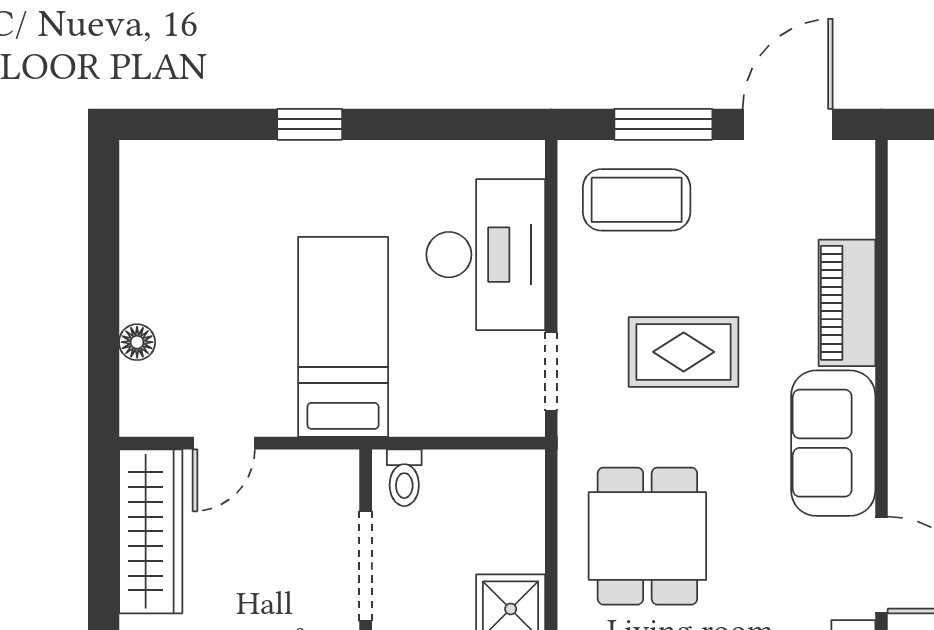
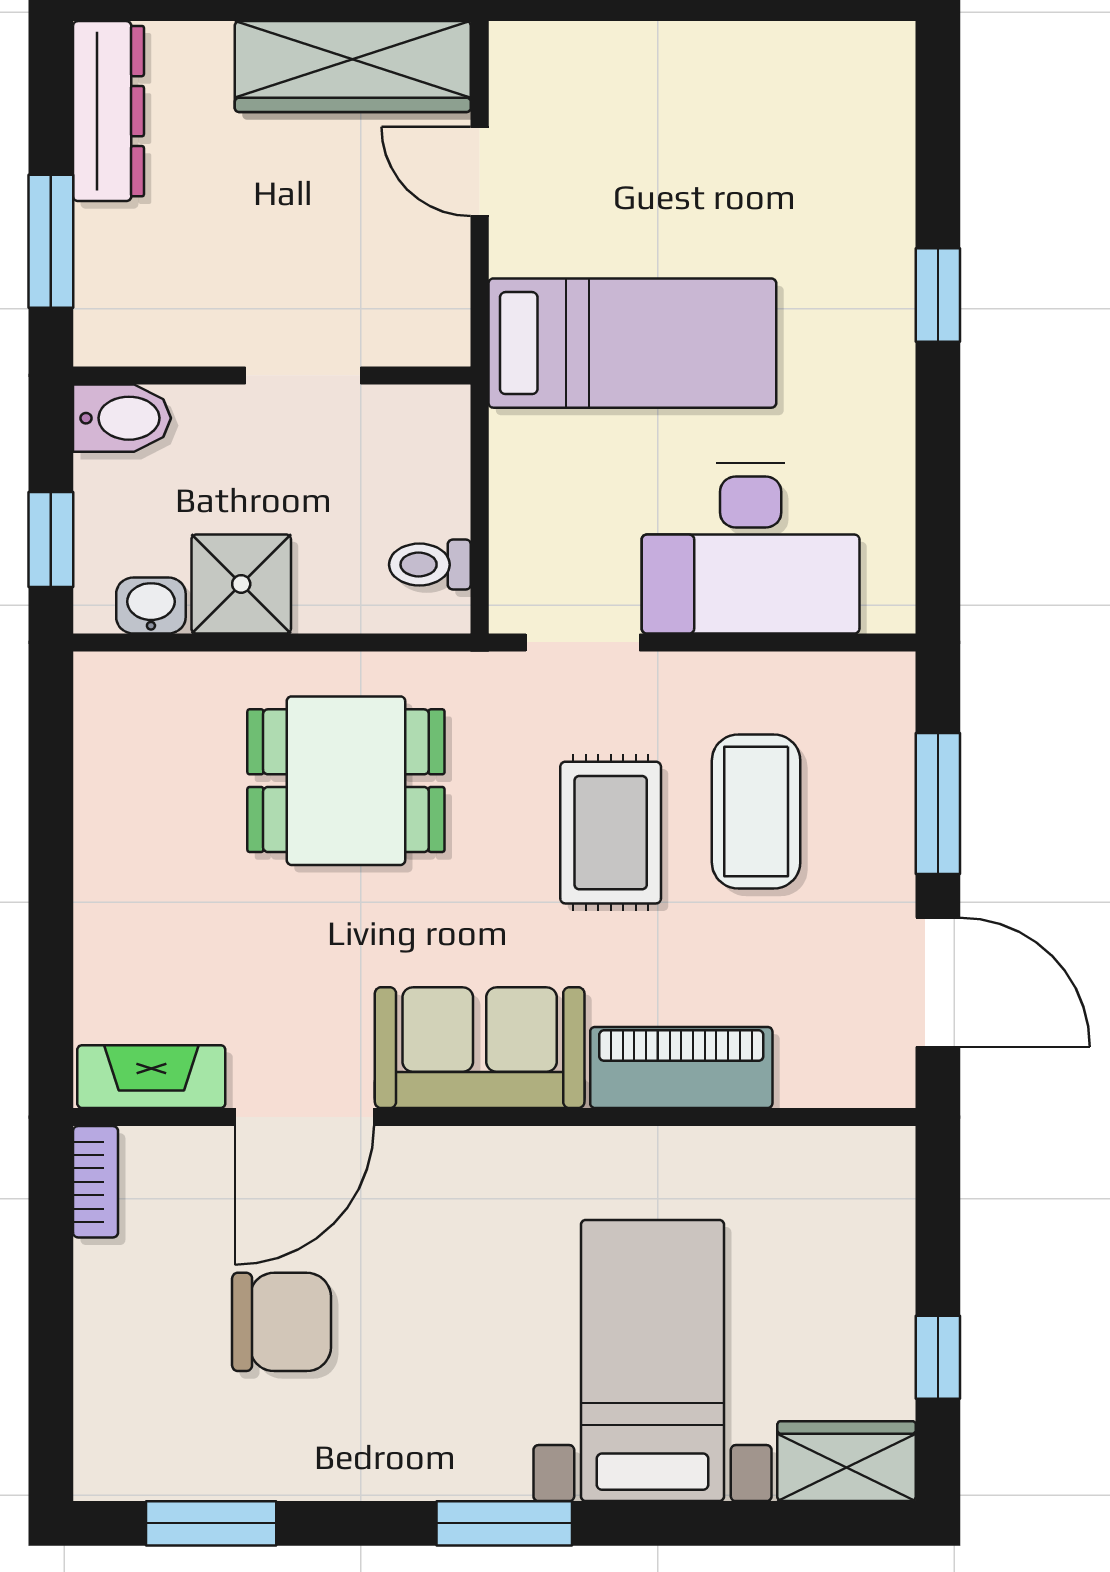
coffee table: (637, 200) -> (756, 811), moved
floor lamp: (137, 342) -> (625, 47), removed
toilet: (404, 478) -> (430, 565), moved
doorway: (366, 566) -> (303, 375), width x0.73

